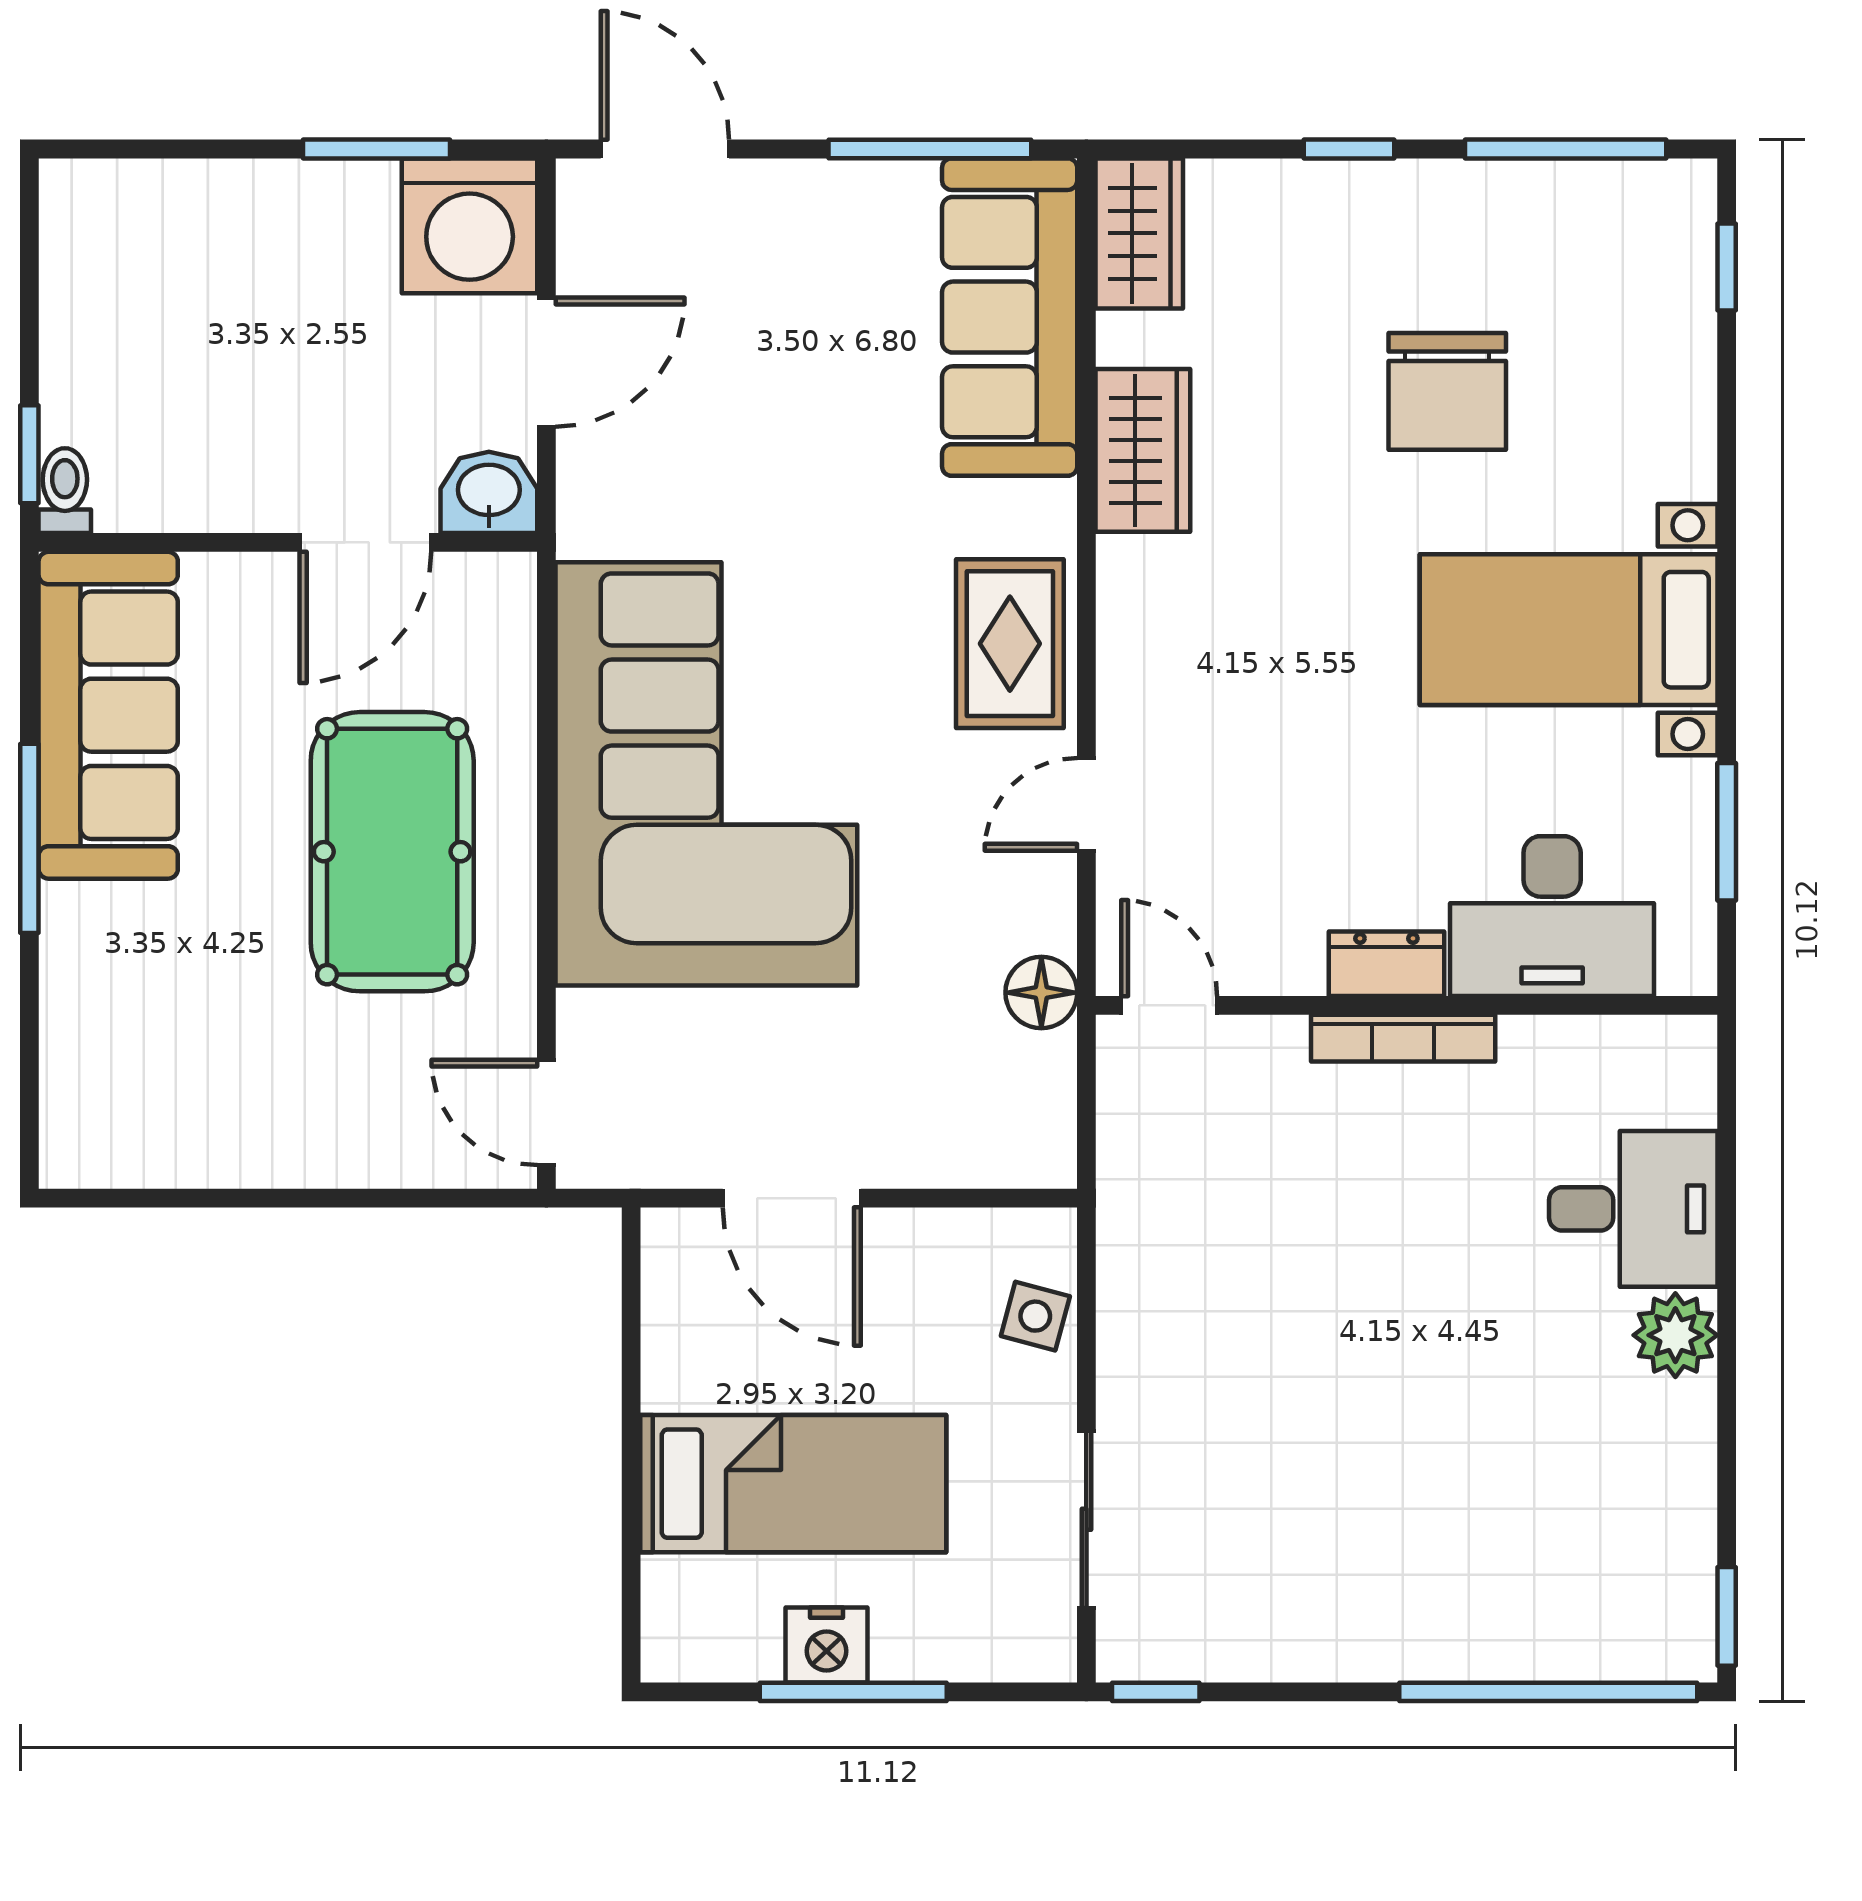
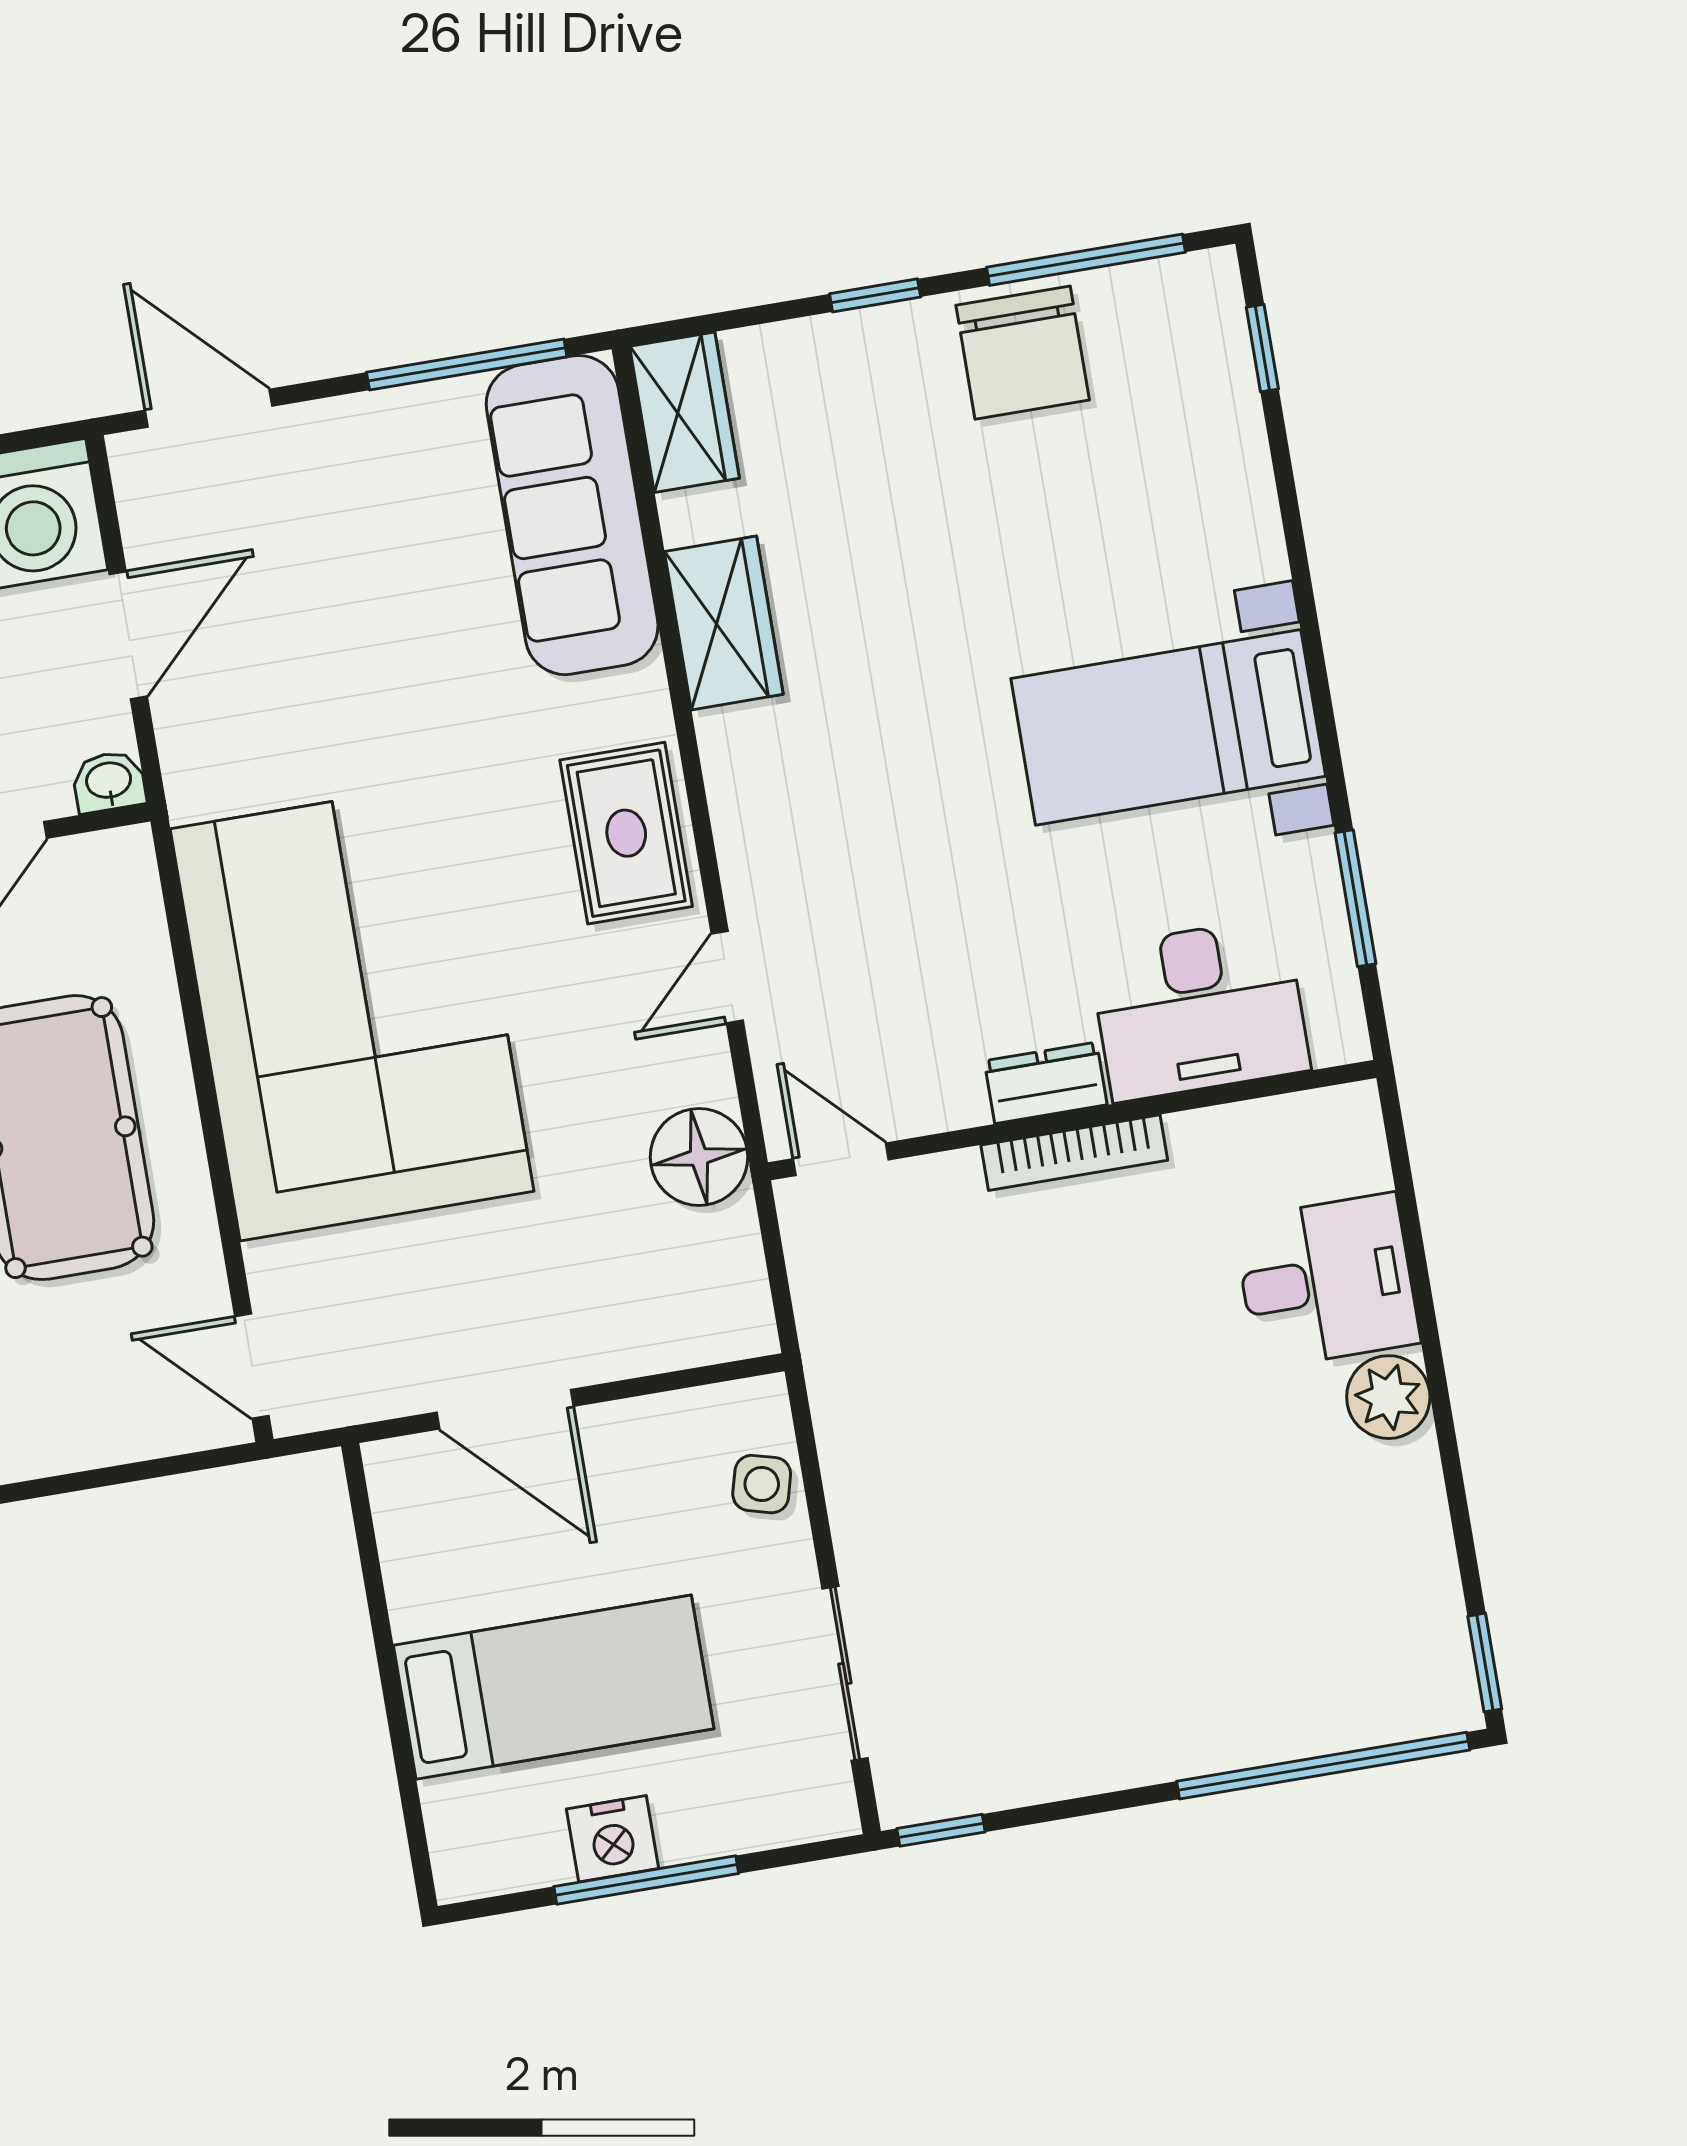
chair: (1447, 391) -> (1023, 353), moved
washbasin: (489, 492) -> (109, 782), width x0.72, depth x0.69
floor lamp: (1041, 993) -> (699, 1157), width x1.38, depth x1.38

